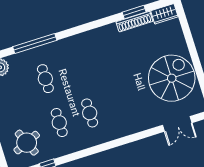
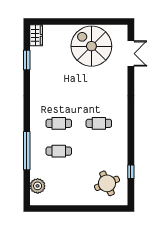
shoe rack: (134, 22) -> (35, 62), removed
cafe table: (59, 123) -> (59, 123), moved

